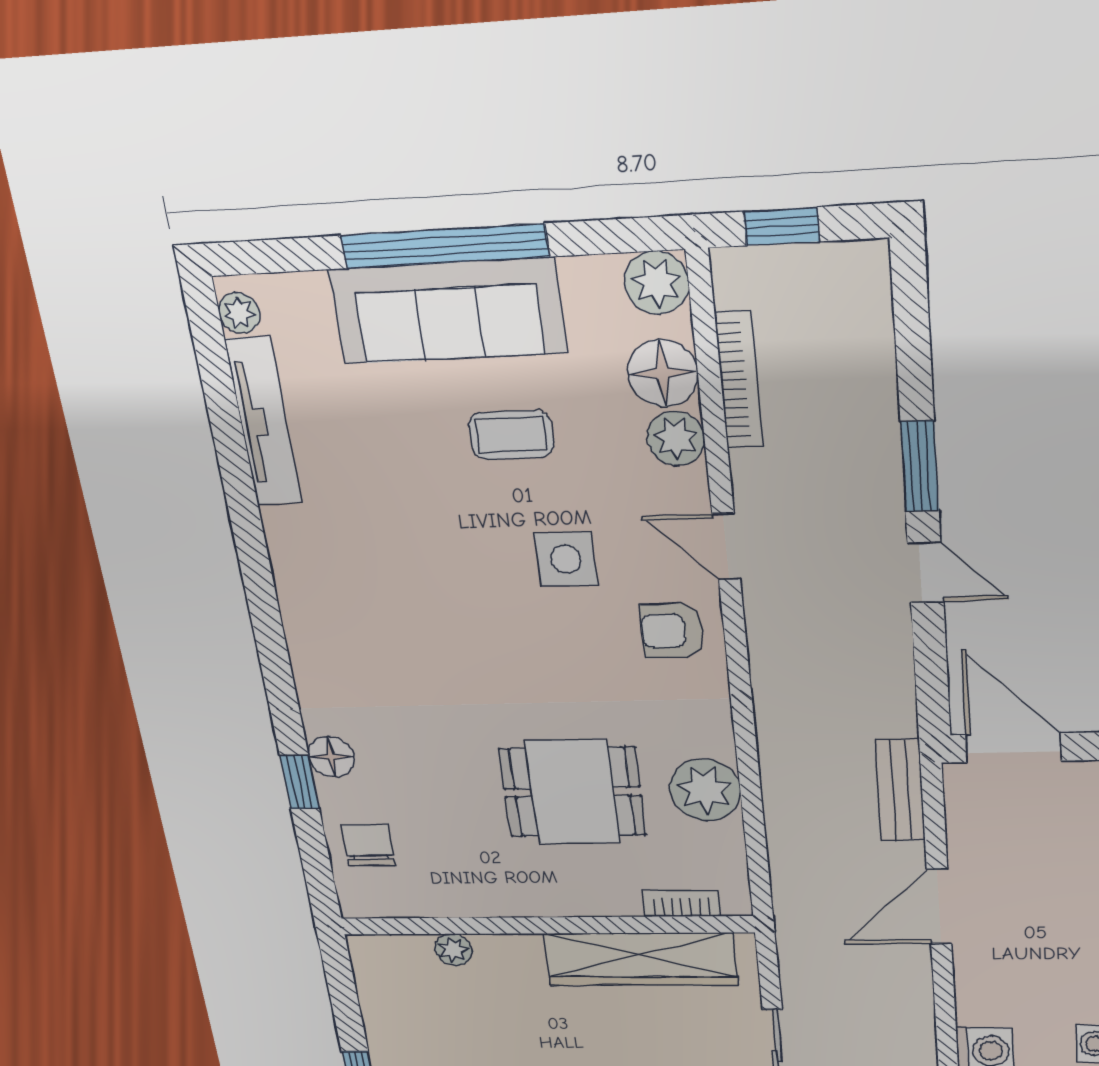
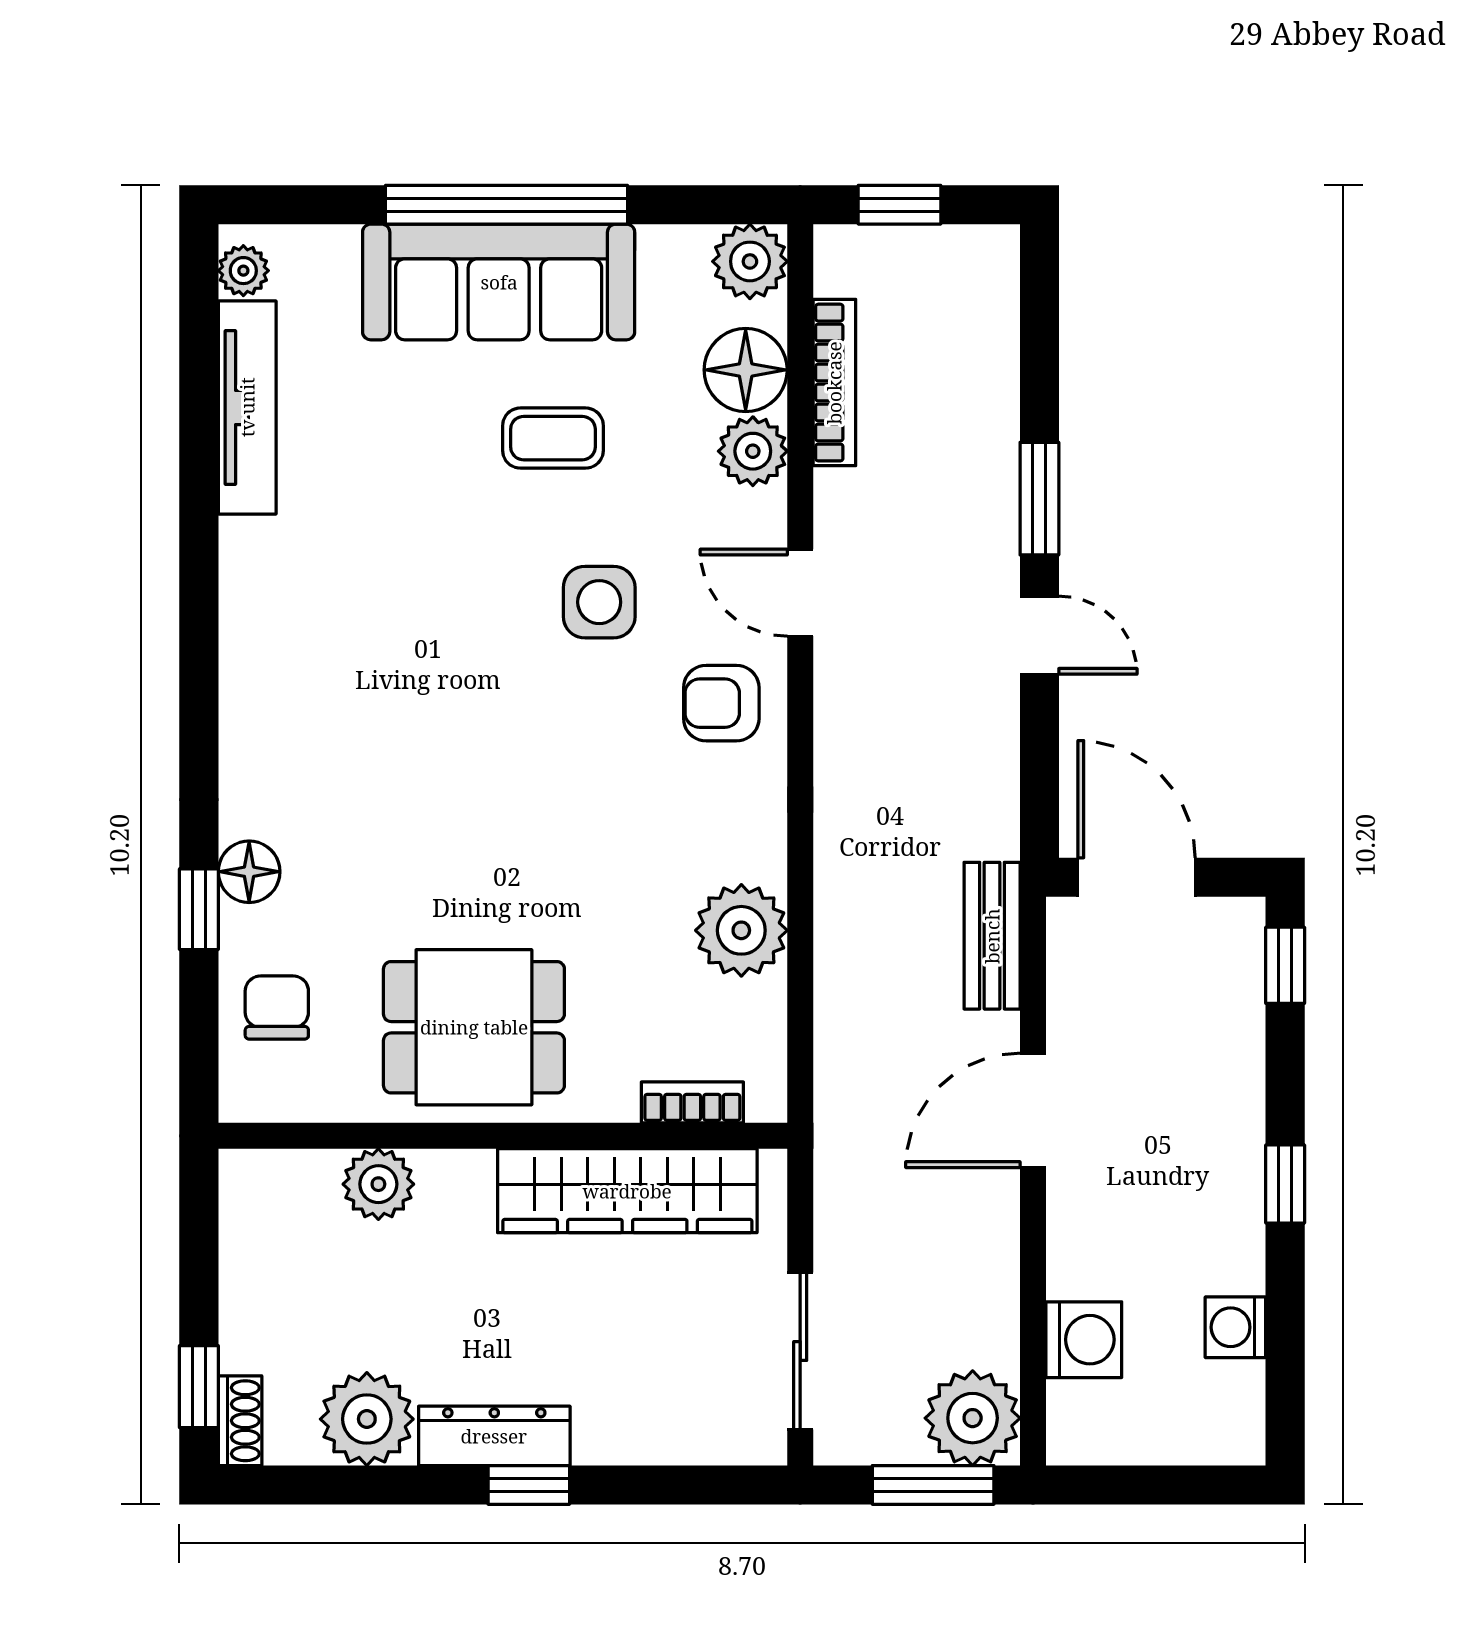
dining table: (572, 792) -> (474, 1027), moved
plant: (453, 950) -> (378, 1184), width x1.38, depth x1.38

